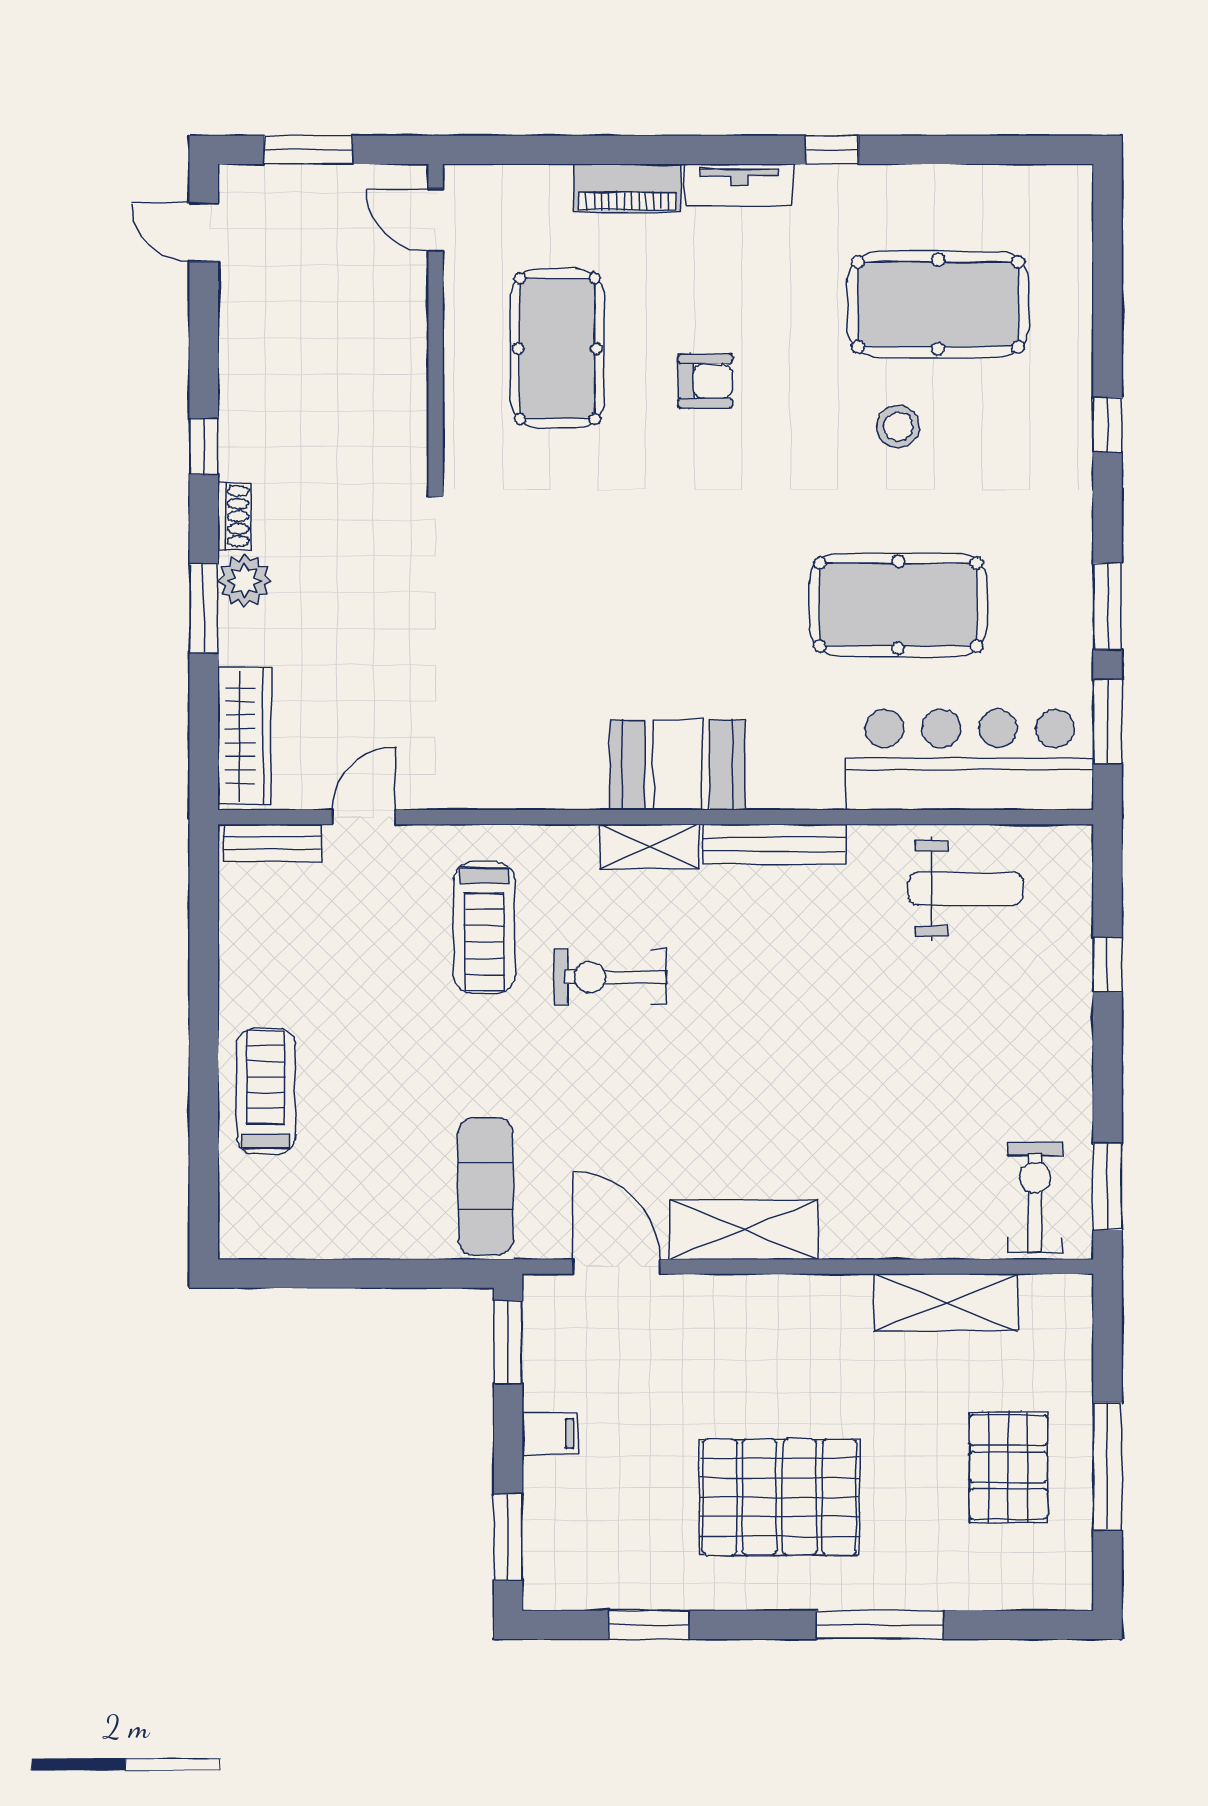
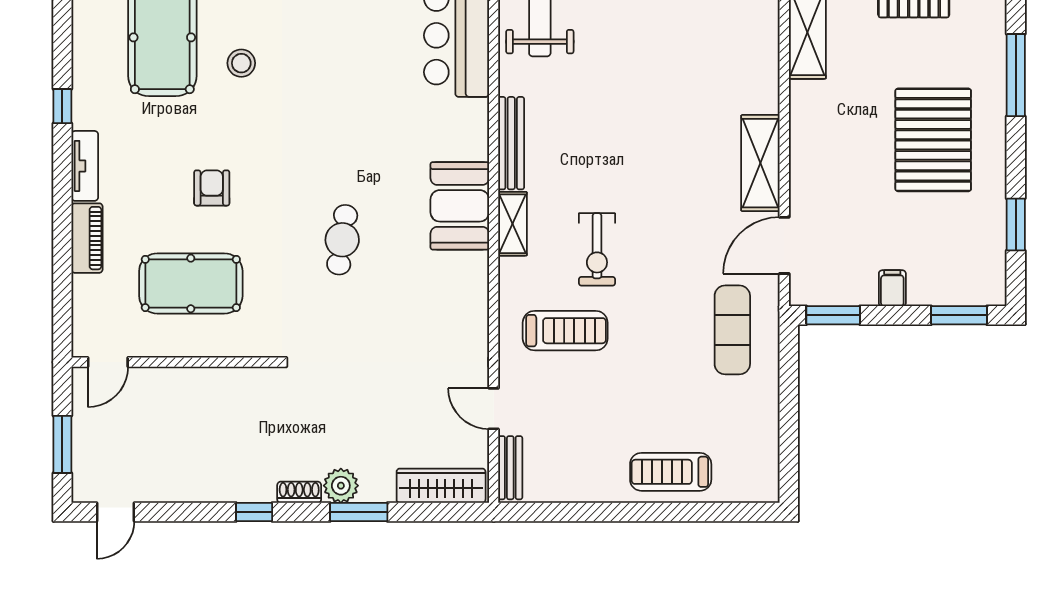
cafe table: (625, 583) -> (342, 240), added
pool table: (898, 605) -> (356, 63), removed
exercise mat: (486, 1186) -> (732, 330), turned 90

